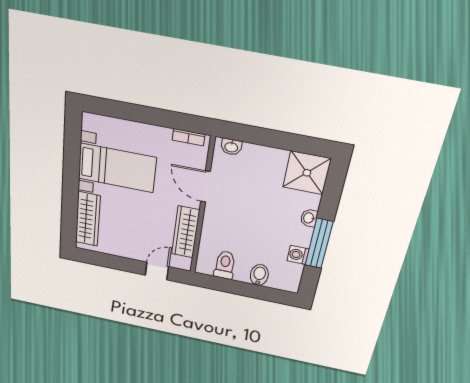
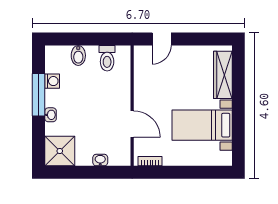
washbasin: (231, 147) -> (100, 160), moved
wardrobe: (186, 232) -> (142, 81), removed

